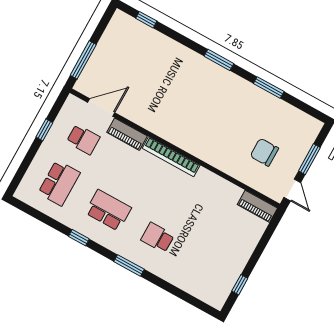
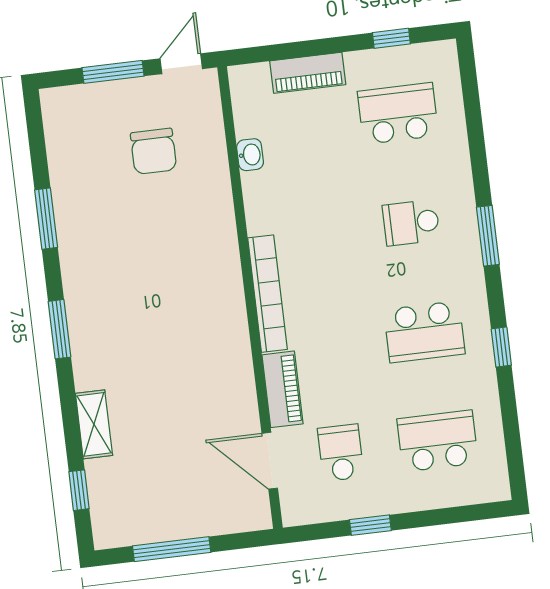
shelving: (169, 46) -> (94, 424), added
window: (83, 60) -> (172, 549), moved
washbasin: (234, 191) -> (250, 155), added
piano: (257, 206) -> (308, 73), moved, turned 90
school desk: (108, 210) -> (424, 332), turned -90
school desk: (157, 238) -> (411, 223), turned 90
school desk: (207, 265) -> (398, 113), added

